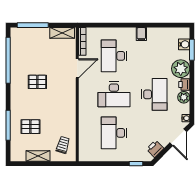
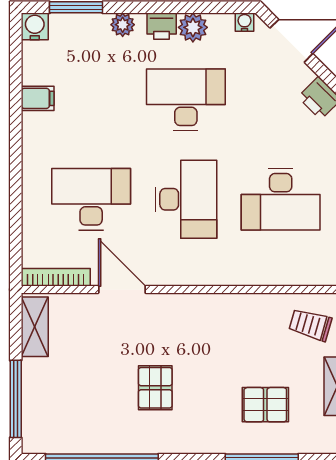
filing cabinet: (141, 34) -> (38, 98), moved
water cooler: (184, 44) -> (35, 26), moved
desk: (114, 56) -> (91, 199), turned 180
plant: (181, 69) -> (123, 25), width x0.53, depth x0.53
pallet: (30, 127) -> (265, 405), turned 90

